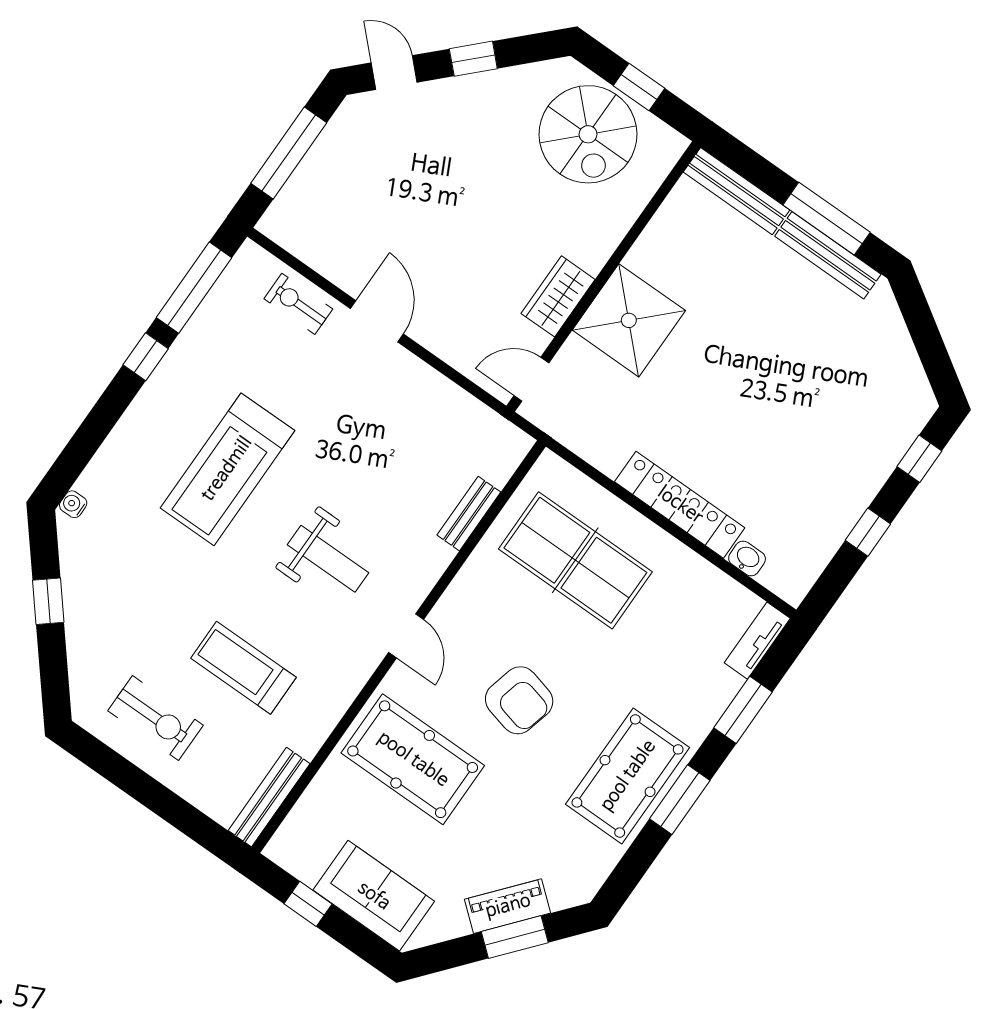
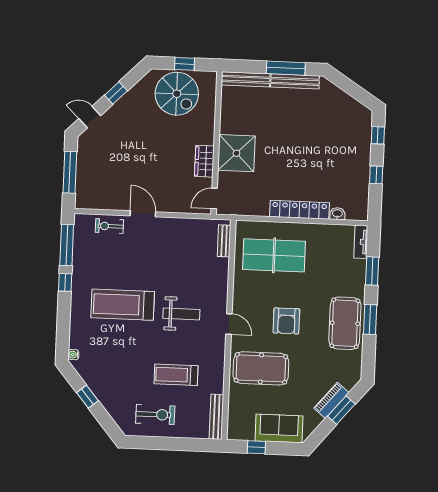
treadmill: (227, 469) -> (123, 305), turned 90
bench: (469, 514) -> (224, 241), moved
armchair: (519, 700) -> (286, 321), turned 76

